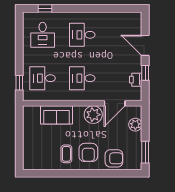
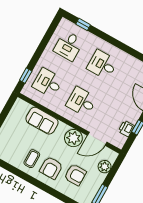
armchair: (114, 158) -> (75, 175), moved

